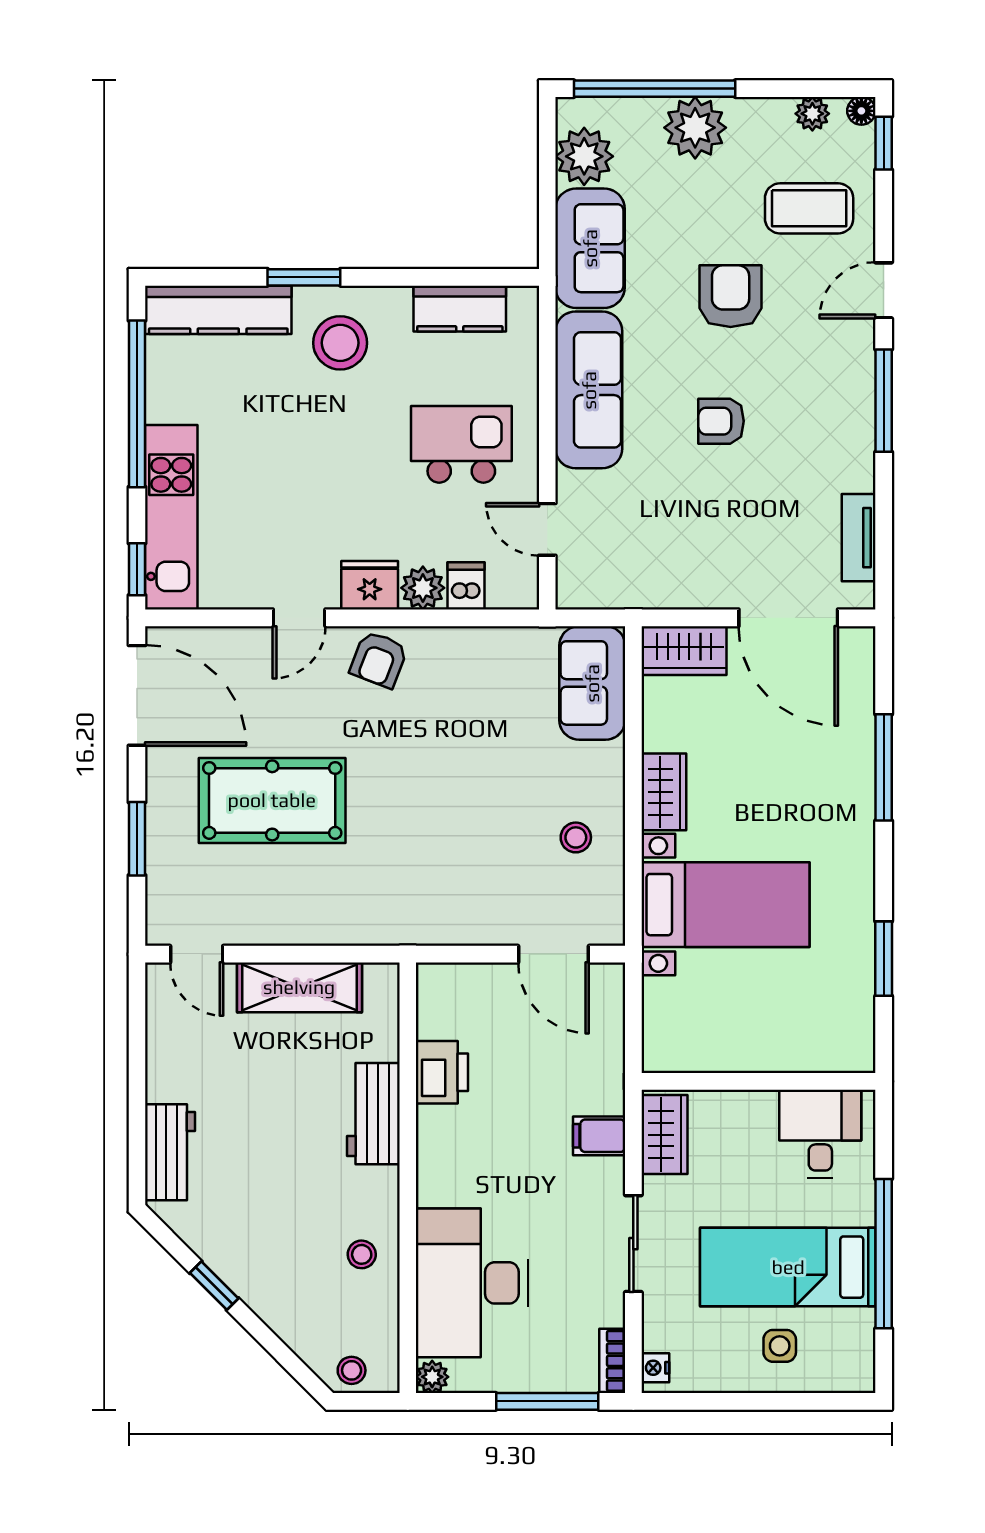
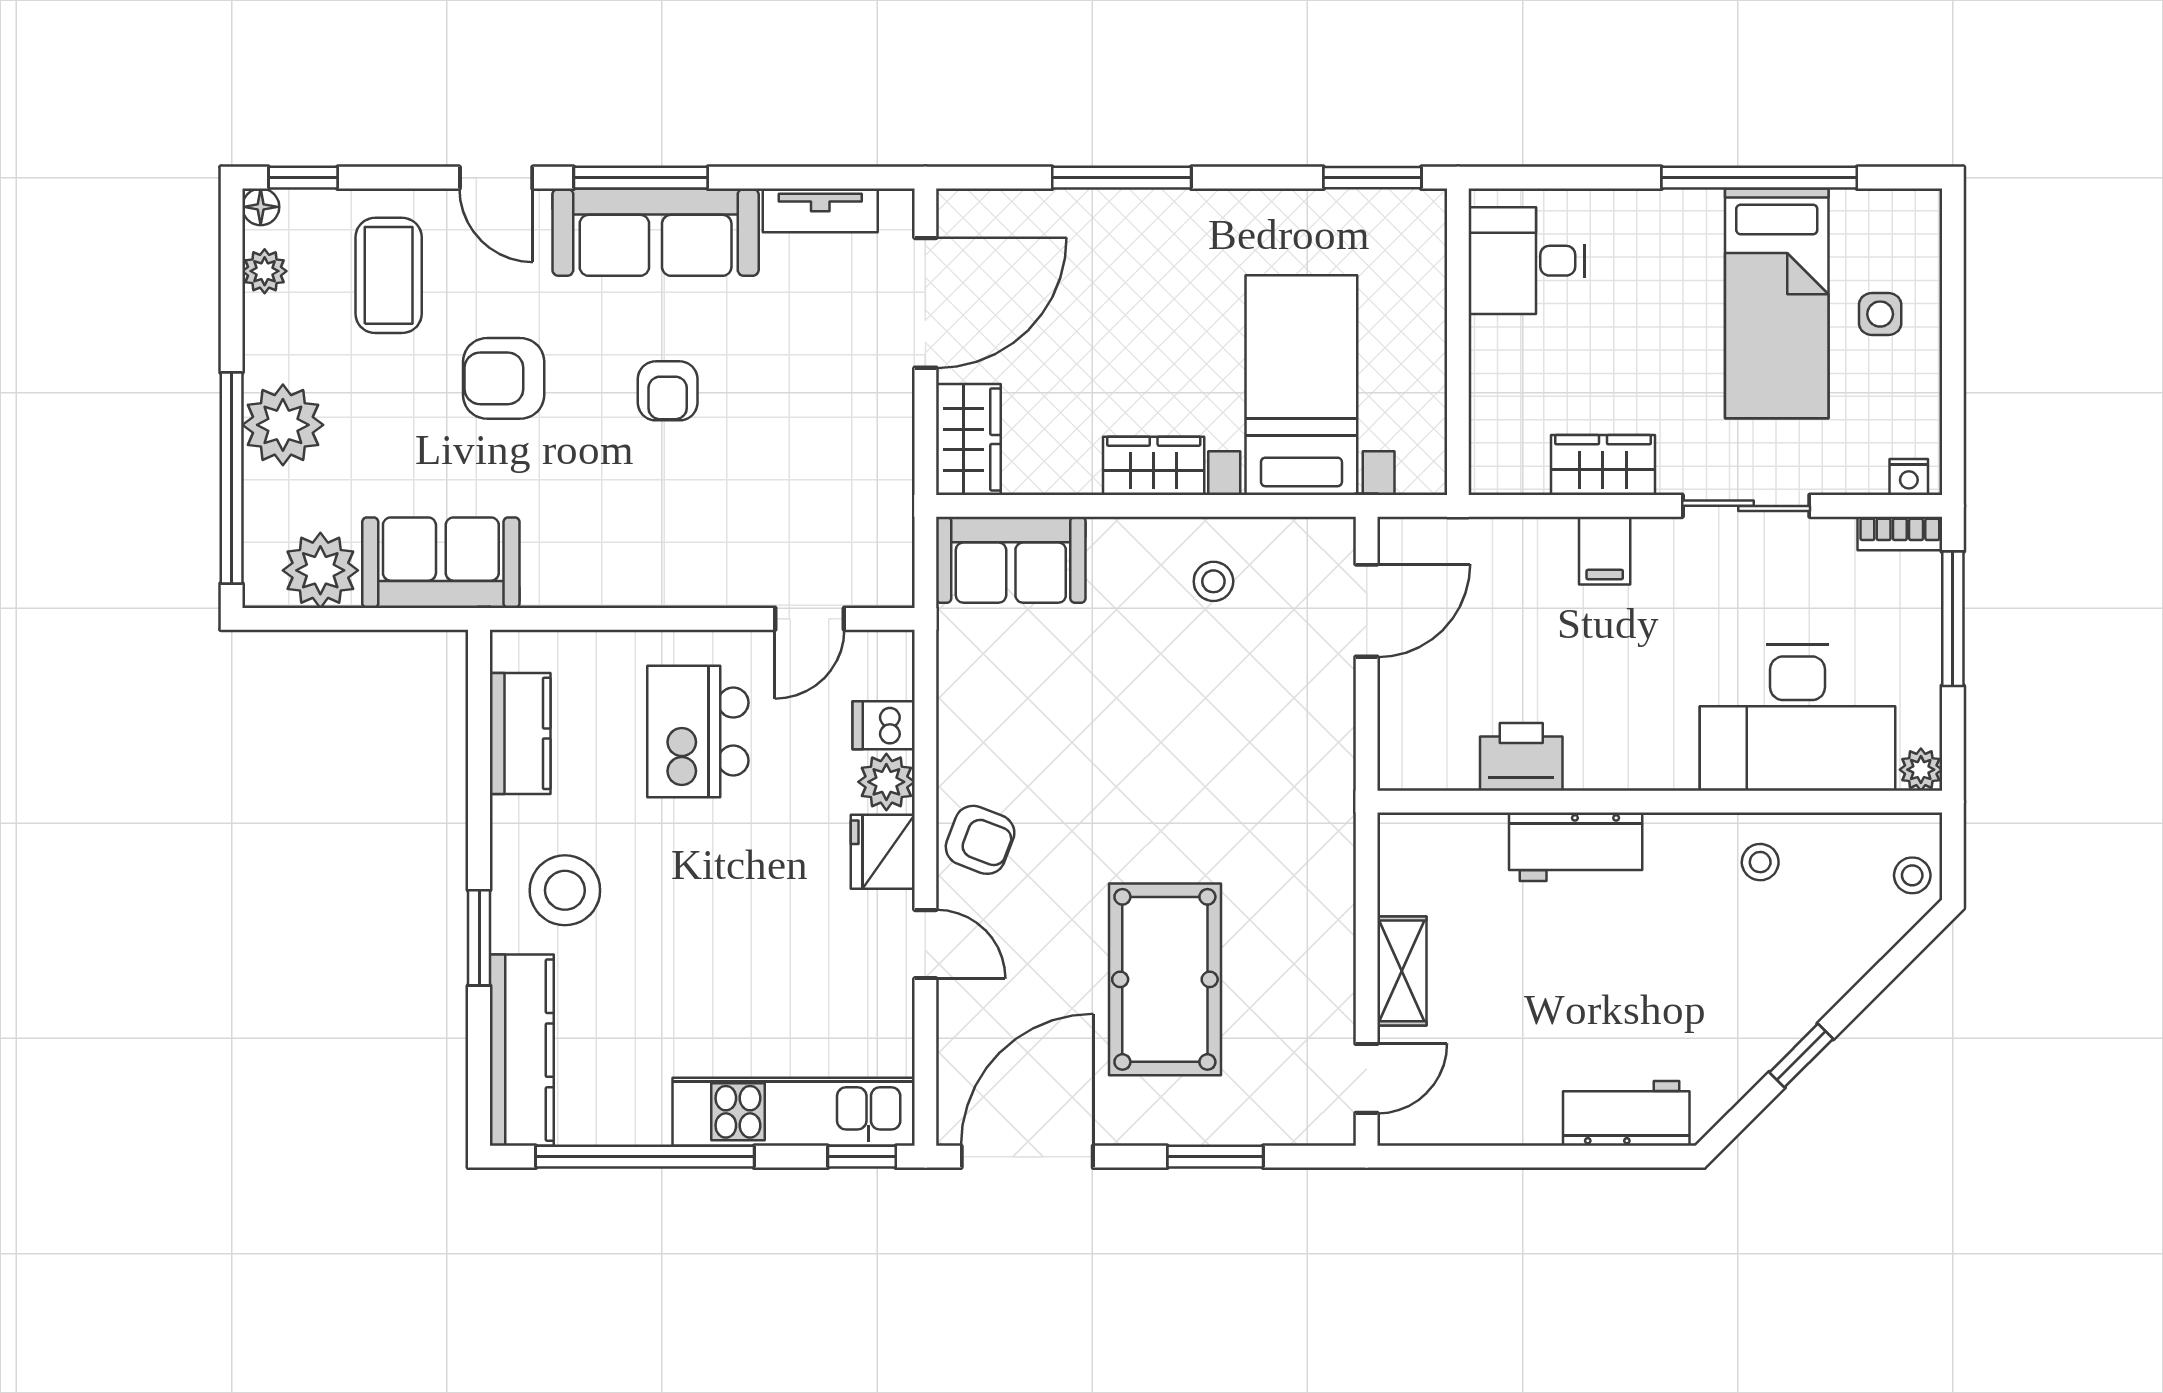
sofa: (589, 390) -> (656, 232), moved, turned 180
shelving: (299, 987) -> (1402, 971), width x0.67, depth x0.75
wall: (759, 1081) -> (1458, 342), moved
desk: (820, 1134) -> (1527, 261), moved

